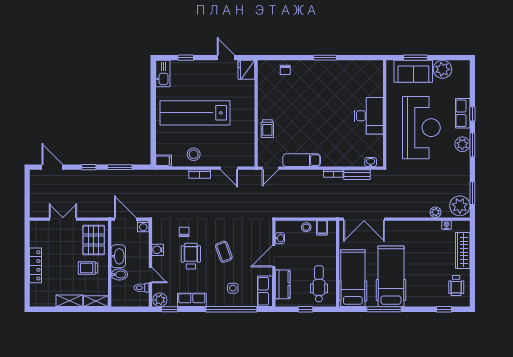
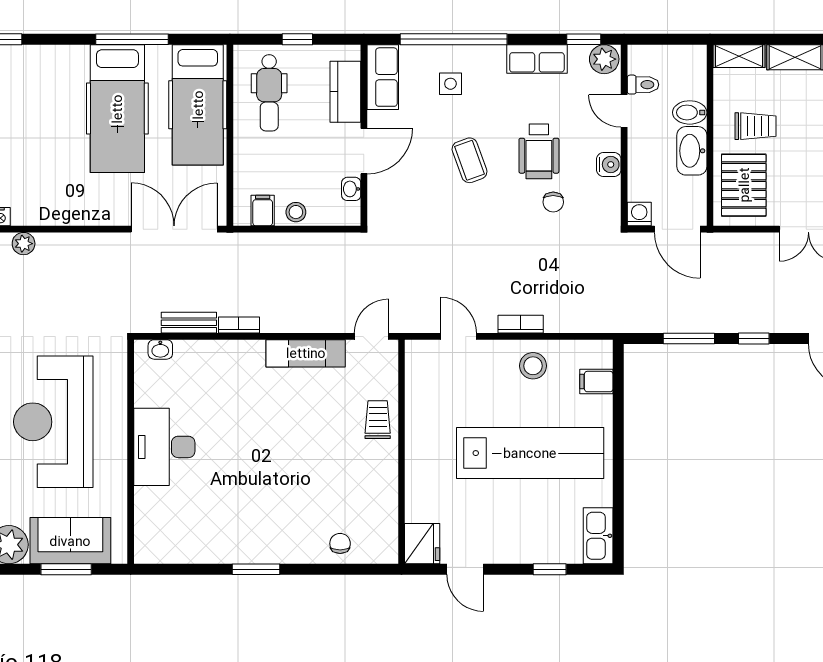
filing cabinet: (164, 161) -> (596, 382), moved

